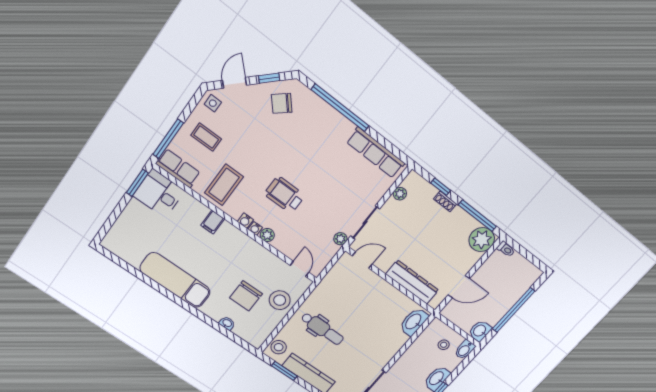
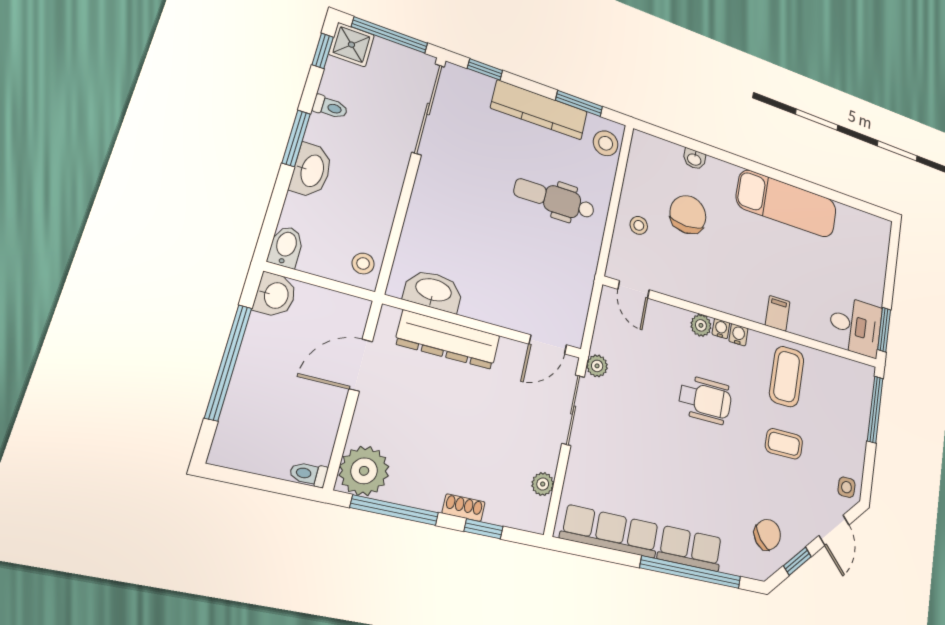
coffee table: (206, 137) -> (784, 444), moved
row of seats: (178, 168) -> (690, 549), moved, turned 180
stool: (280, 300) -> (639, 225), width x0.53, depth x0.53
washbasin: (414, 322) -> (433, 291), moved, turned -90
stool: (444, 345) -> (363, 264), moved

